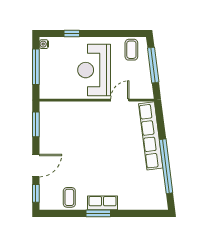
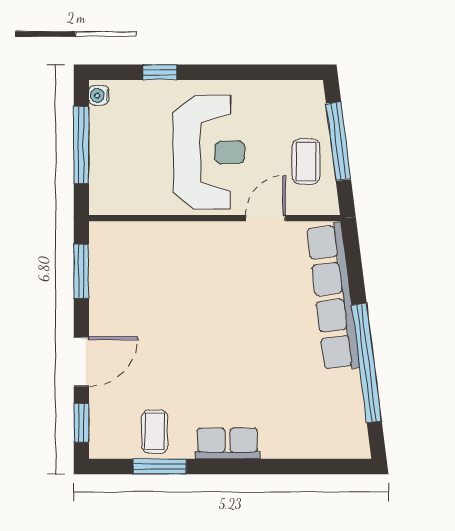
coffee table: (131, 50) -> (306, 161), moved
reception desk: (94, 70) -> (209, 152), turned 180
window: (98, 213) -> (160, 467), moved

